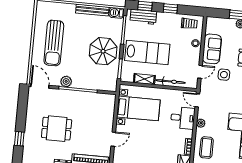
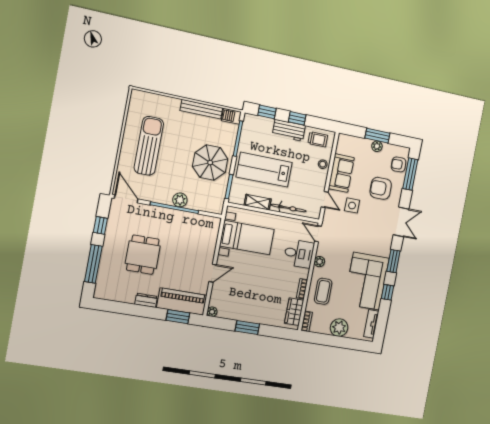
workbench: (143, 17) -> (289, 130), moved
sun lounger: (54, 43) -> (149, 146), turned 180
lab bench: (147, 52) -> (264, 170), turned 180
door: (200, 72) -> (325, 200), hinge flipped
plant: (66, 81) -> (180, 200), moved
window: (22, 108) -> (100, 225), added
dining table: (57, 129) -> (143, 255), turned 90
window: (19, 139) -> (93, 264), width x2.17

